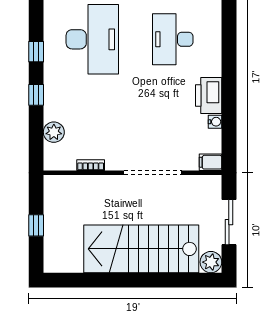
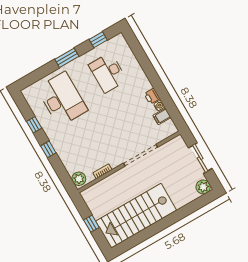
printer: (209, 96) -> (152, 96), width x0.53, depth x0.68
plant: (54, 132) -> (79, 179), moved
filing cabinet: (210, 162) -> (162, 116), moved
stairs: (141, 249) -> (136, 216), moved

